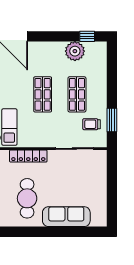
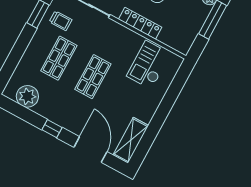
window: (87, 36) -> (52, 129), moved
plant: (75, 51) -> (27, 96), moved

